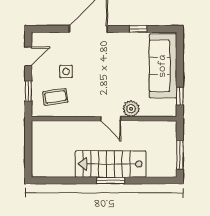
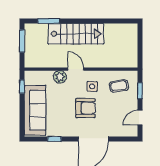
armchair: (98, 69) -> (85, 108), added
side table: (66, 71) -> (92, 86), moved
window: (111, 180) -> (49, 21), moved

